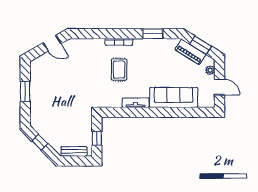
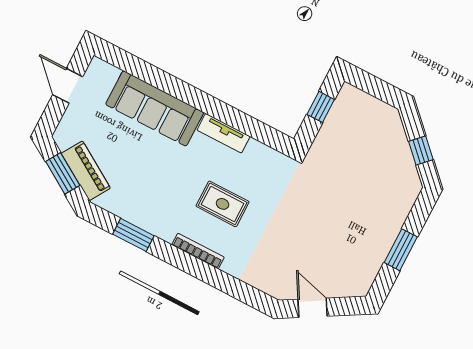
rug: (119, 70) -> (223, 204), turned 90
plant: (210, 70) -> (69, 123), removed
bench: (74, 151) -> (371, 105), removed

